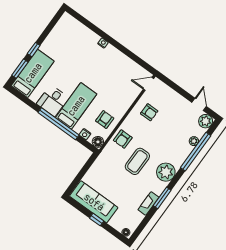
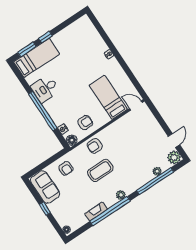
bed: (76, 106) -> (108, 97), moved, turned -90
armchair: (149, 112) -> (66, 168), moved
plant: (166, 172) -> (121, 195), width x0.53, depth x0.53
window: (162, 198) -> (110, 211), width x2.11
sofa: (94, 202) -> (45, 187), width x0.73

